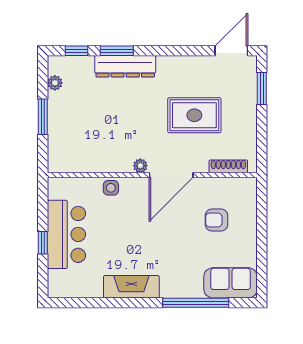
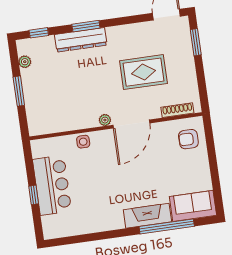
window: (117, 51) -> (86, 26), moved
armchair: (216, 220) -> (188, 139), moved
fireplace: (131, 287) -> (147, 216), moved

